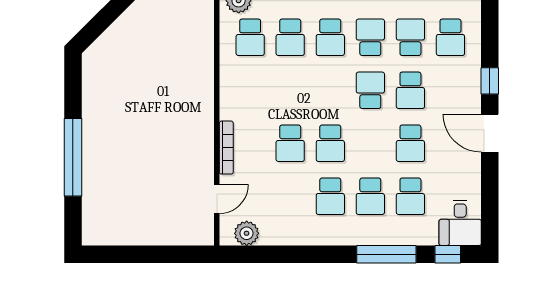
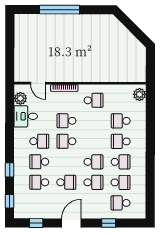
school desk: (250, 37) -> (94, 100), moved, turned 180
window: (490, 81) -> (109, 223), moved
school desk: (410, 90) -> (93, 182), turned 180
school desk: (410, 143) -> (66, 182), turned 180
school desk: (330, 196) -> (39, 141), turned 180
window: (490, 202) -> (36, 223), added
desk: (460, 223) -> (26, 116), moved
window: (386, 254) -> (10, 170), width x0.46

